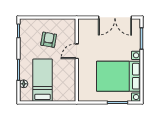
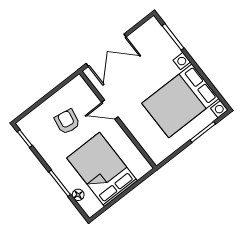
double door: (115, 17) -> (106, 50), moved
door: (77, 51) -> (110, 110), hinge flipped
bed: (43, 80) -> (102, 169), width x1.50

